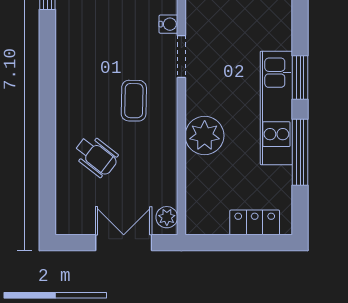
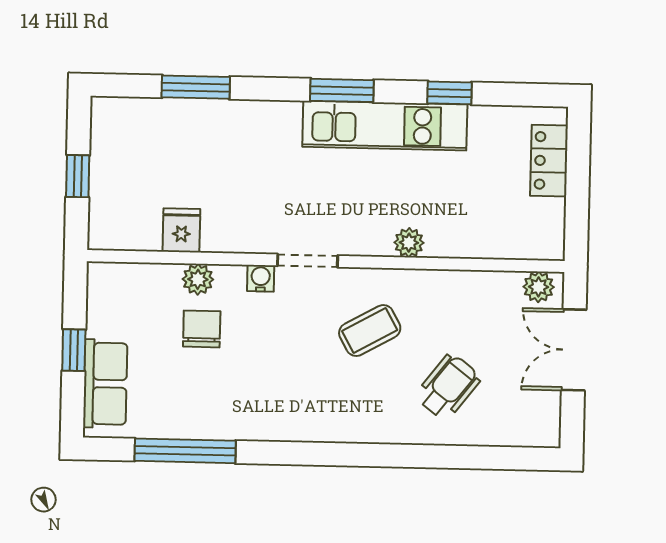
coffee table: (134, 101) -> (370, 331), turned -30
plant: (205, 136) -> (409, 243), width x0.53, depth x0.53
window: (300, 152) -> (450, 93), width x0.46

